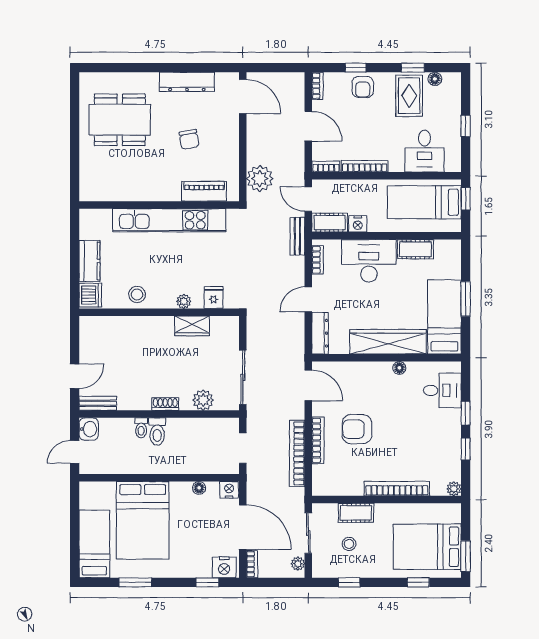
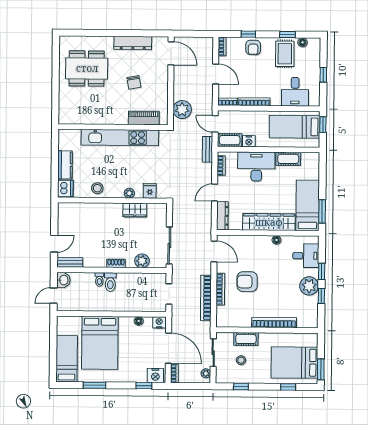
window: (466, 299) -> (322, 211), moved
plant: (454, 489) -> (309, 286), moved, width x1.88, depth x1.88

